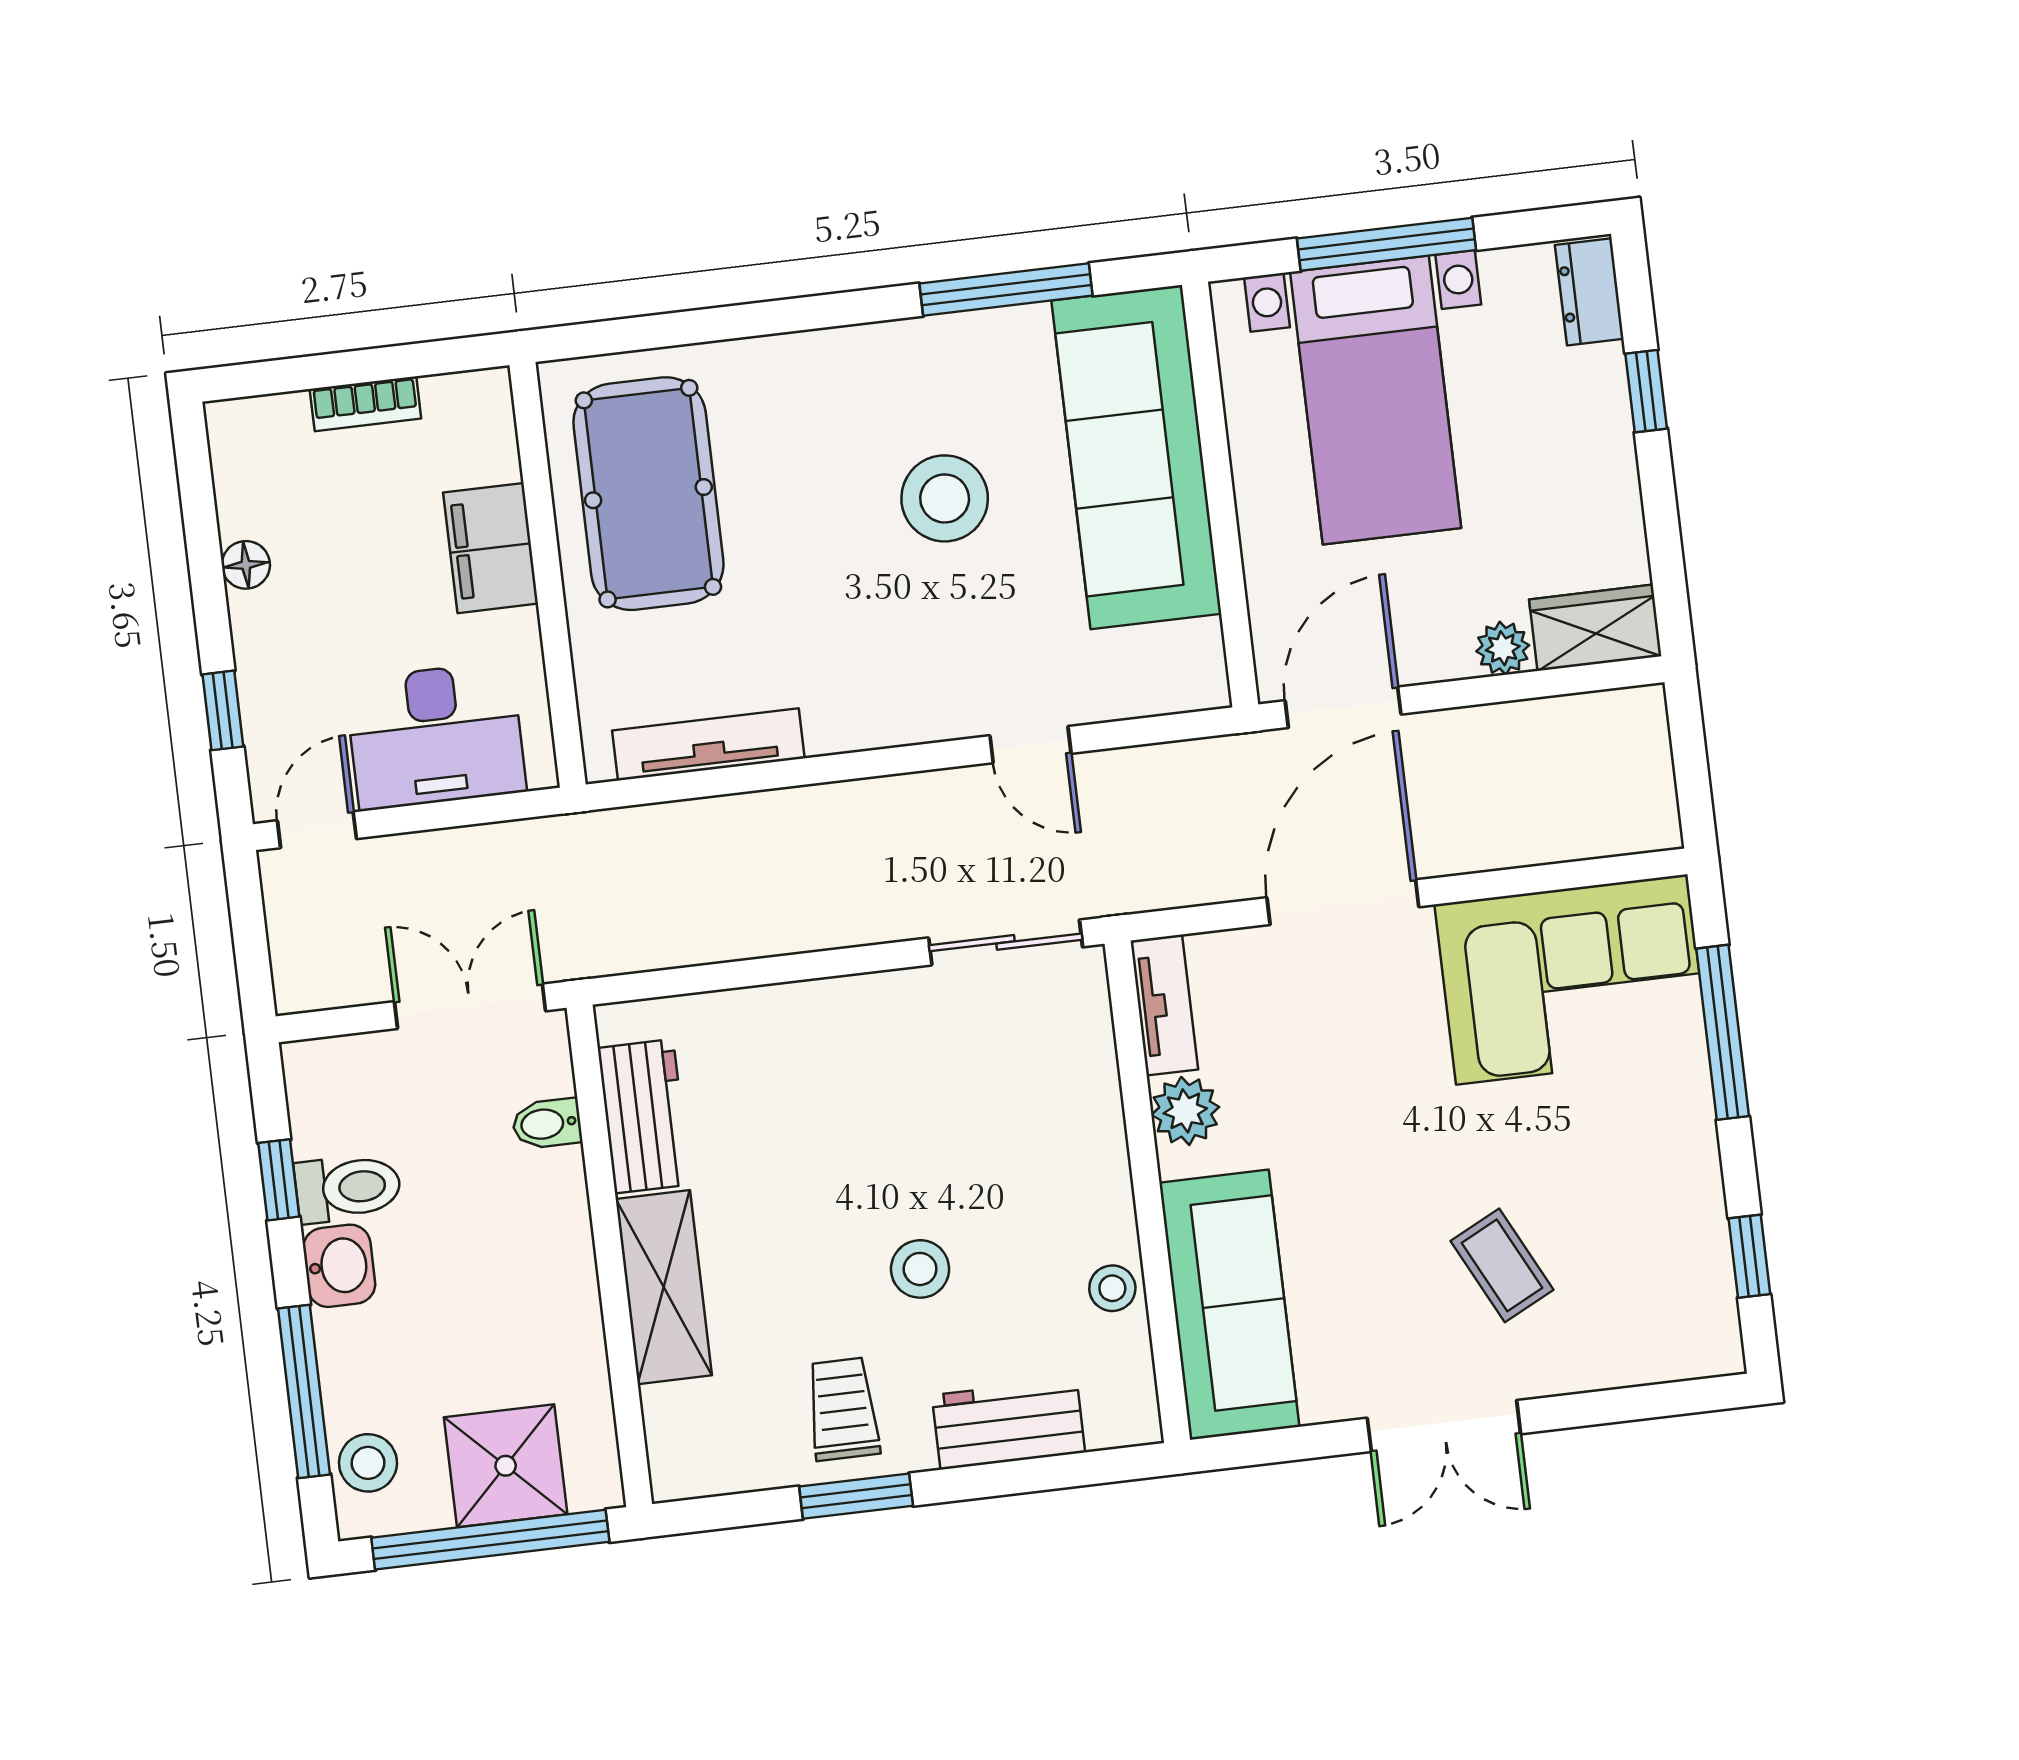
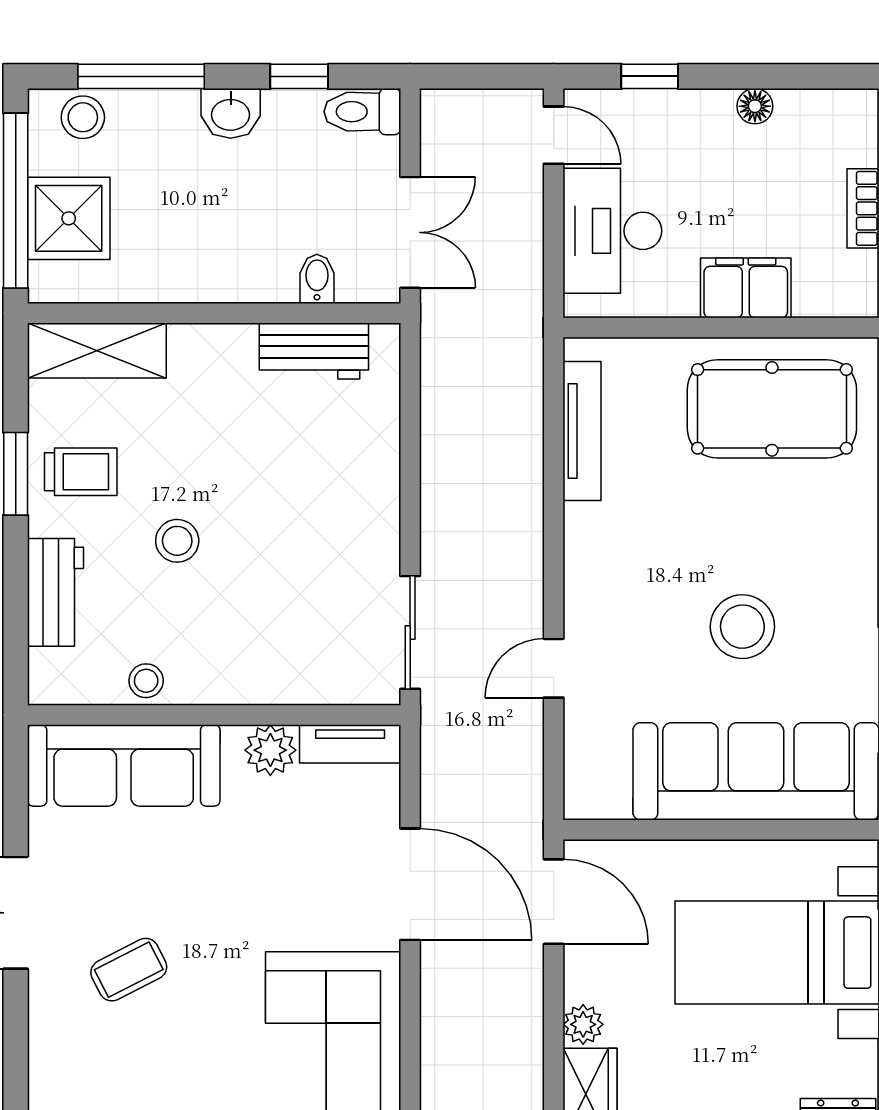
toilet: (348, 1188) -> (362, 112), moved, turned 90
shelving: (664, 1287) -> (97, 350), moved

